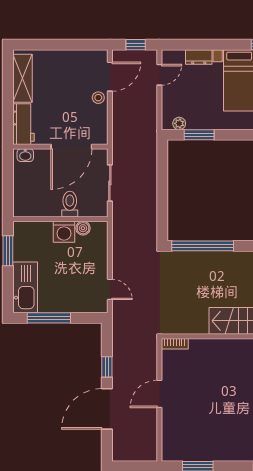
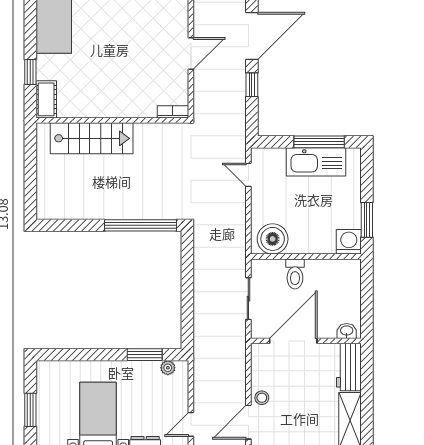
boiler: (83, 228) -> (273, 239), width x1.86, depth x1.86
washing machine: (64, 232) -> (349, 242), moved
kitchen sink: (25, 287) -> (316, 162), moved, turned -90

